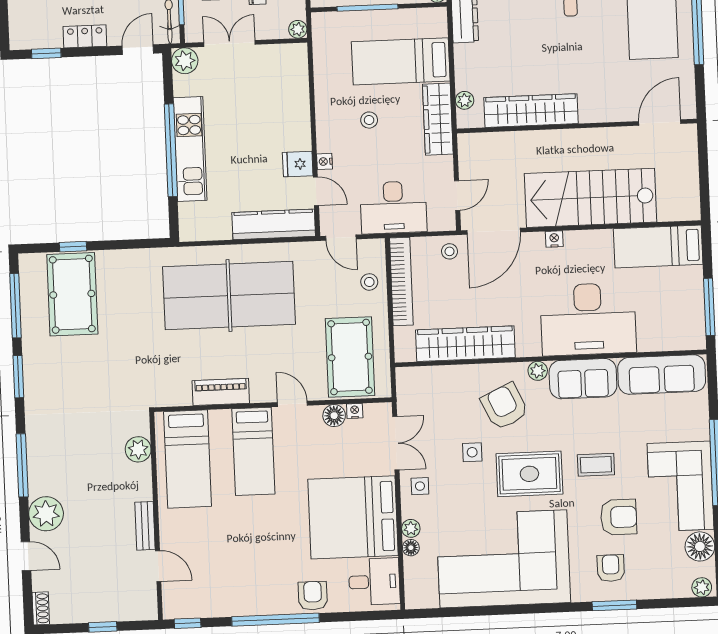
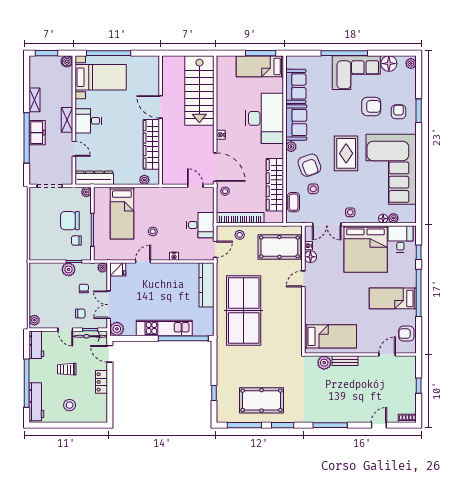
window: (46, 53) -> (110, 403), removed
wardrobe: (438, 119) -> (154, 194), removed
door: (660, 123) -> (161, 107), moved
window: (171, 150) -> (183, 338), moved
fridge: (298, 164) -> (118, 269), moved, turned -90
door: (316, 191) -> (143, 261), moved
stairs: (591, 198) -> (199, 91), moved
desk: (393, 207) -> (200, 225), width x0.73
bed: (658, 246) -> (260, 66), moved, turned 90
pool table: (72, 294) -> (262, 400), moved
sofa: (662, 375) -> (296, 86), width x0.73
piano: (221, 392) -> (295, 317), removed
armchair: (505, 406) -> (309, 165), turned -85
double door: (396, 443) -> (327, 224), swing flipped
bed: (253, 451) -> (393, 298), moved, turned 180
side table: (472, 452) -> (313, 189), moved
coffee table: (596, 465) -> (294, 202), moved
plant: (46, 514) -> (357, 413), removed
armchair: (619, 517) -> (371, 106), turned 90
bench: (145, 526) -> (345, 361), moved
plant: (411, 528) -> (393, 218), moved
armchair: (611, 568) -> (399, 112), turned 90
armchair: (313, 596) -> (406, 334), moved
window: (188, 623) -> (419, 252), moved

